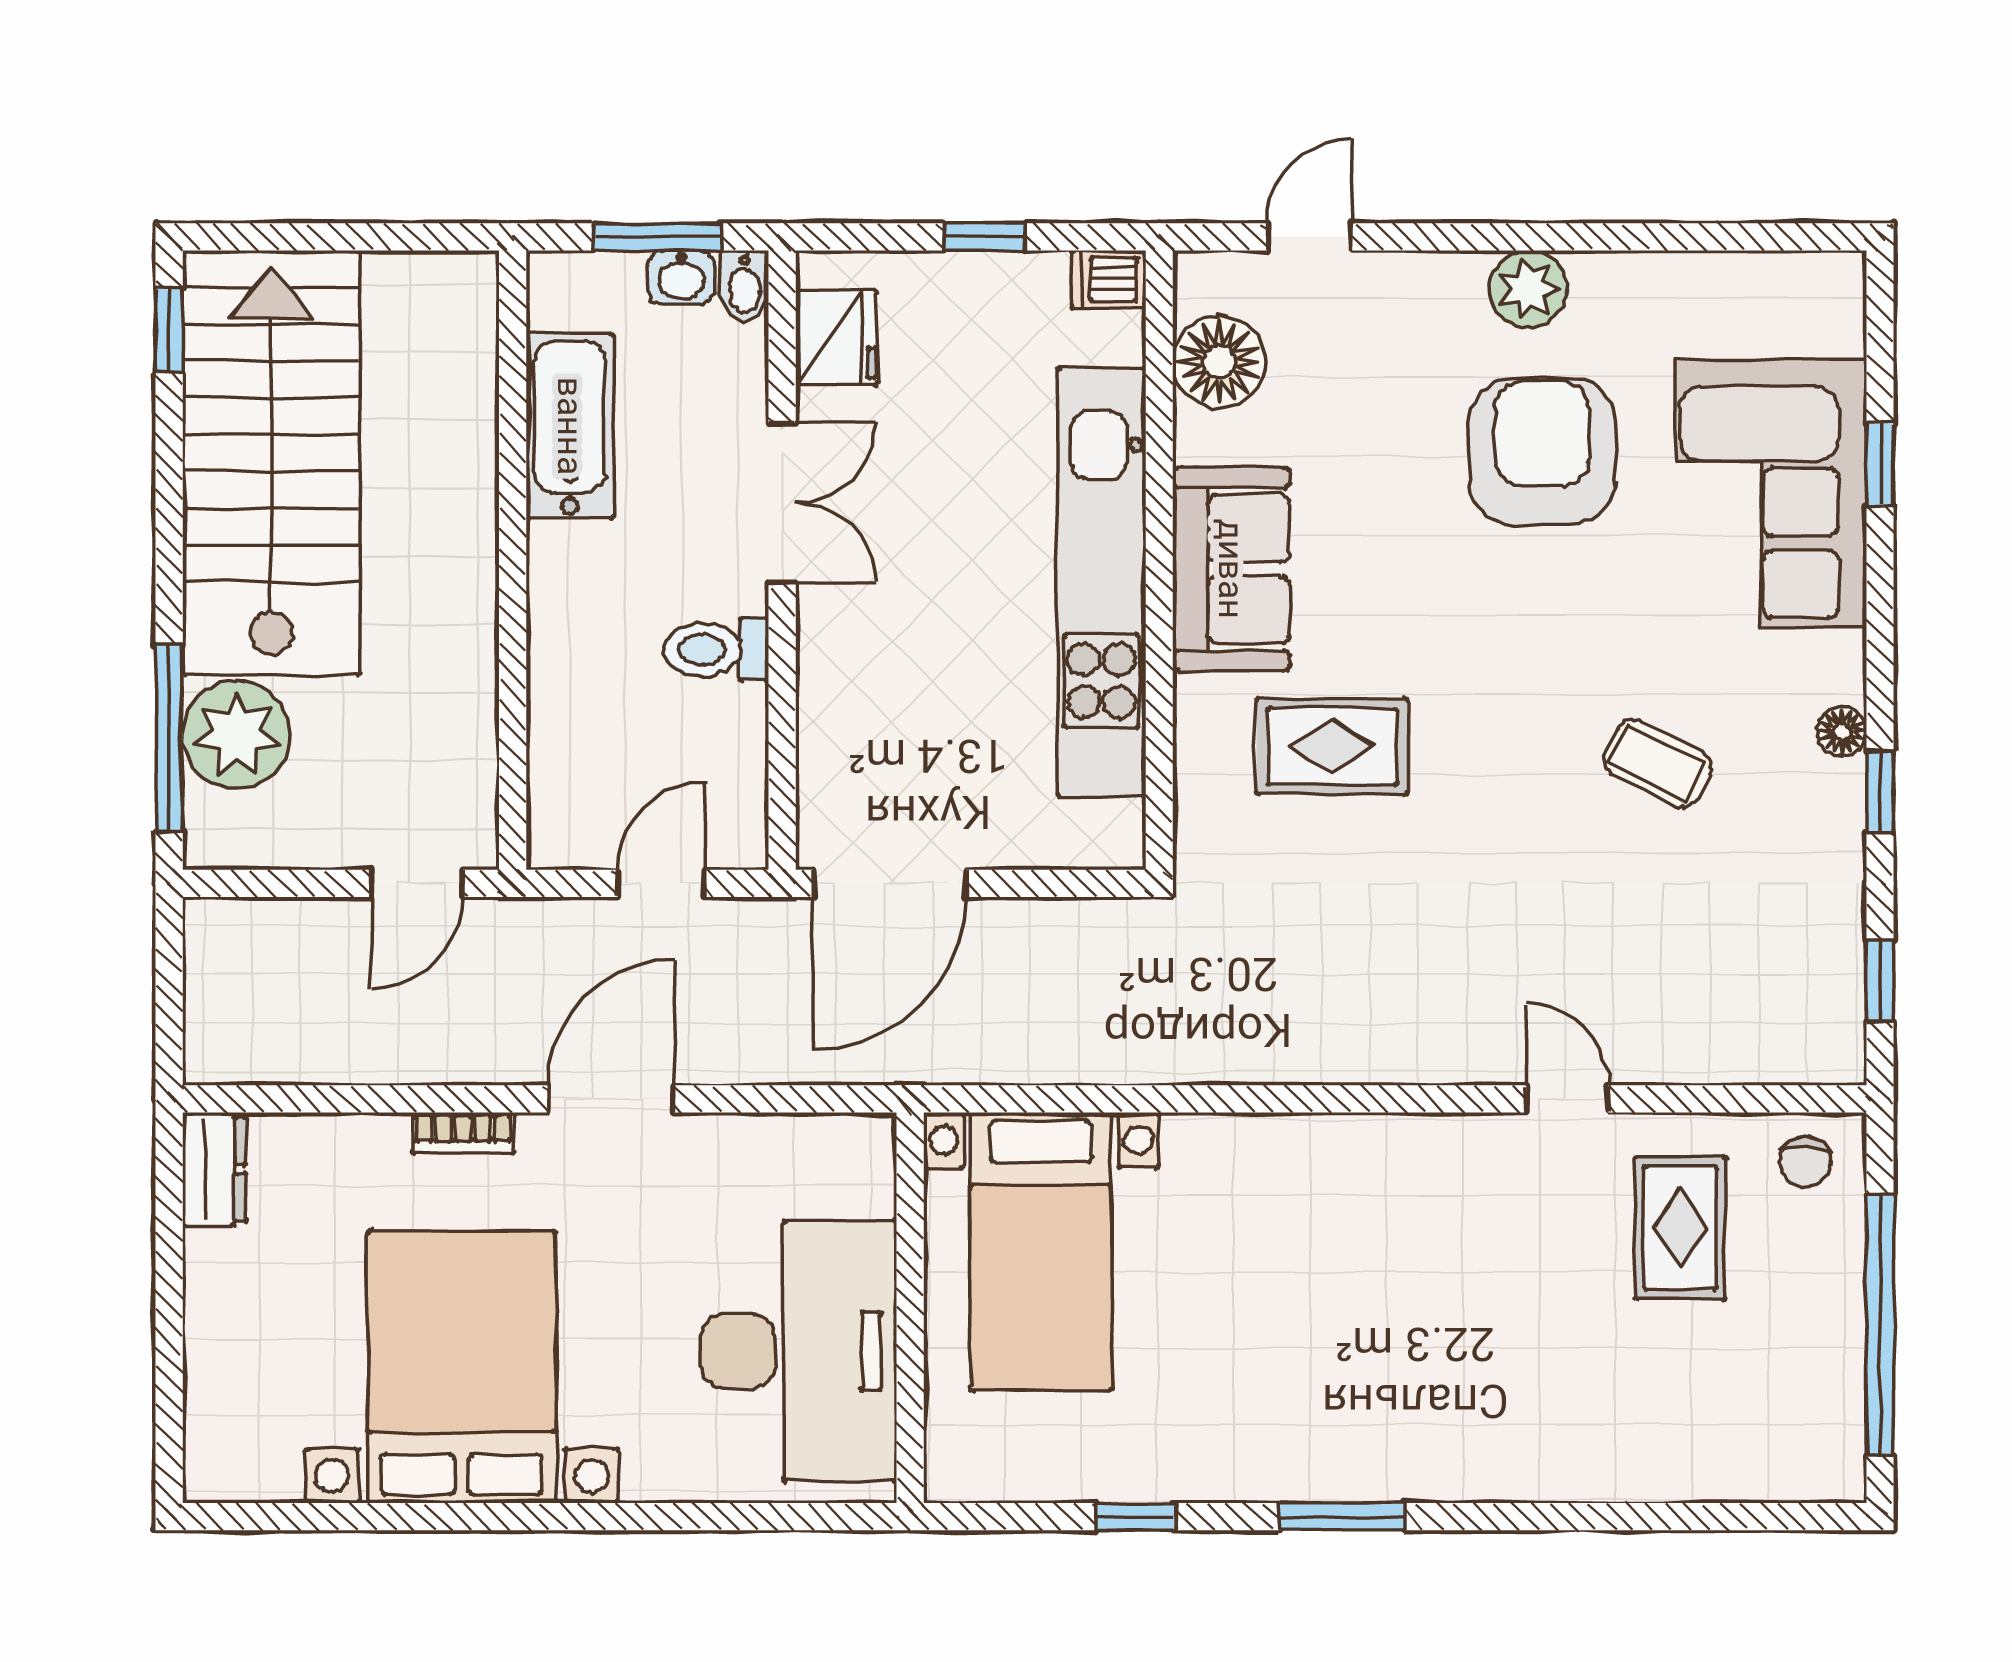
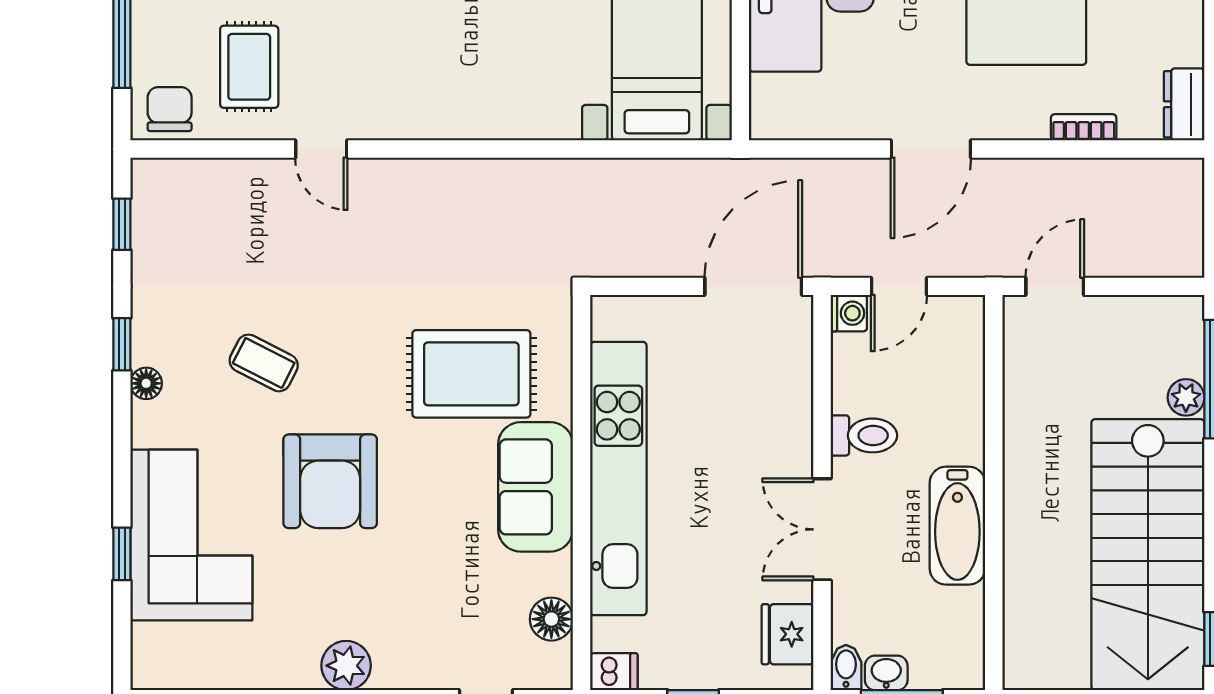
floor lamp: (1219, 362) -> (551, 619), width x0.73, depth x0.73
bathtub: (570, 426) -> (957, 526), moved
armchair: (1542, 451) -> (330, 481), moved
plant: (236, 735) -> (1186, 397), width x0.53, depth x0.53
rug: (1332, 746) -> (471, 374), width x1.36, depth x1.43
washing machine: (740, 841) -> (849, 313), added
bookcase: (463, 1133) -> (1084, 127), moved
chair: (1805, 1162) -> (170, 109), width x1.37, depth x1.37

